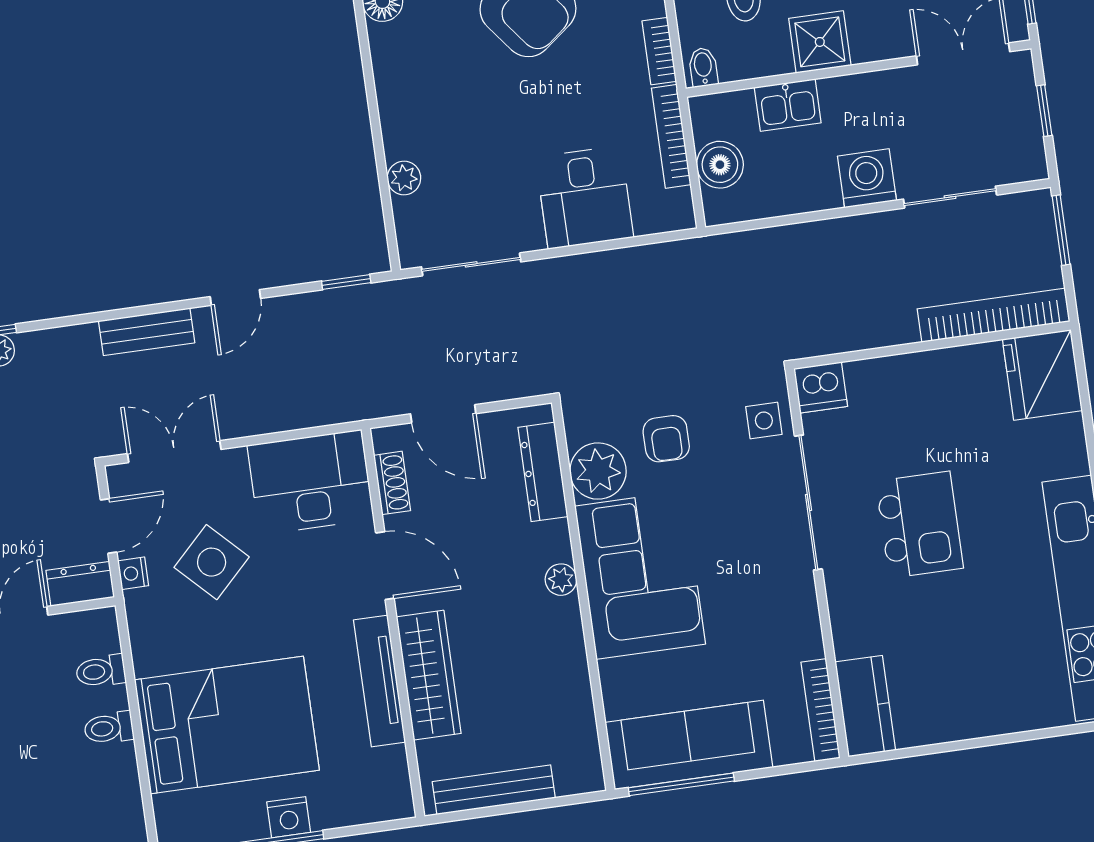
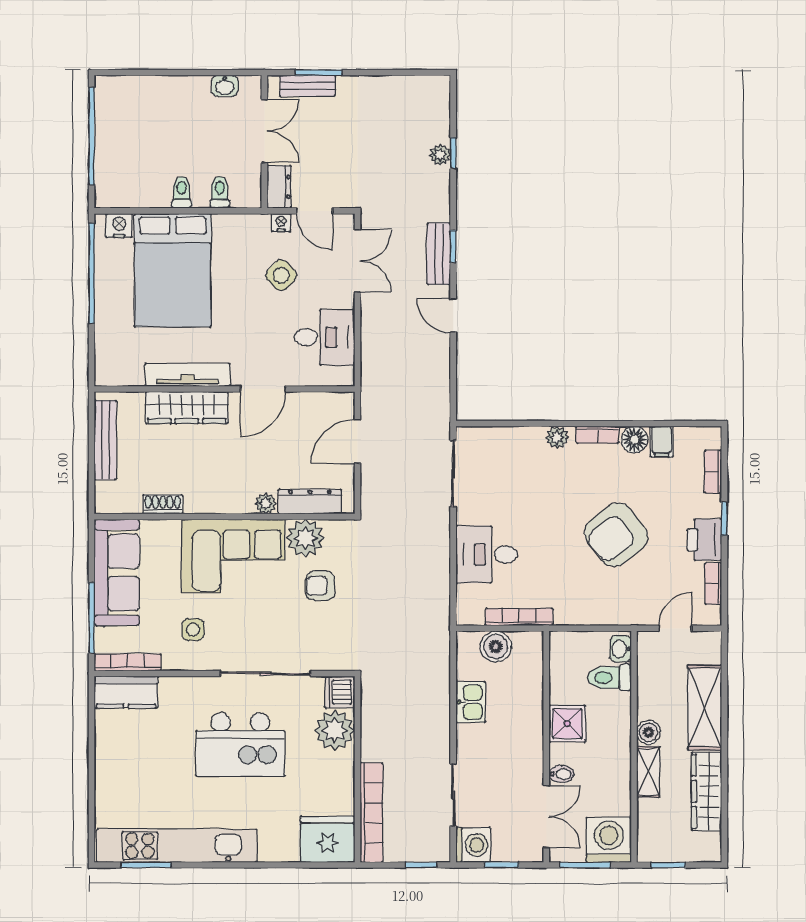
bookcase: (659, 51) -> (598, 435), moved, turned 180
bidet: (703, 67) -> (561, 774), moved
kitchen sink: (788, 105) -> (471, 702), moved, turned 180
plant: (404, 178) -> (557, 437), moved
washing machine: (867, 178) -> (473, 845), moved
window: (1061, 230) -> (421, 865), width x0.67
window: (346, 282) -> (453, 246), moved
plant: (879, 387) -> (335, 730), added
side table: (764, 421) -> (193, 630), moved
desk: (310, 482) -> (325, 337), width x0.73
shoe rack: (392, 483) -> (163, 504), moved, turned 180
kitchen island: (920, 525) -> (240, 745), width x1.37, depth x1.28
side table: (212, 562) -> (281, 275), width x0.73, depth x0.73
plant: (561, 580) -> (266, 504), moved
window: (681, 784) -> (92, 618), moved
nightstand: (289, 817) -> (119, 226), moved, turned 90

